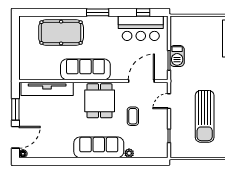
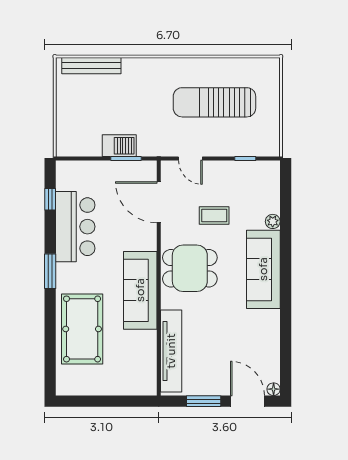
bar counter: (141, 28) -> (75, 227), moved
sun lounger: (205, 116) -> (214, 102), turned 180

